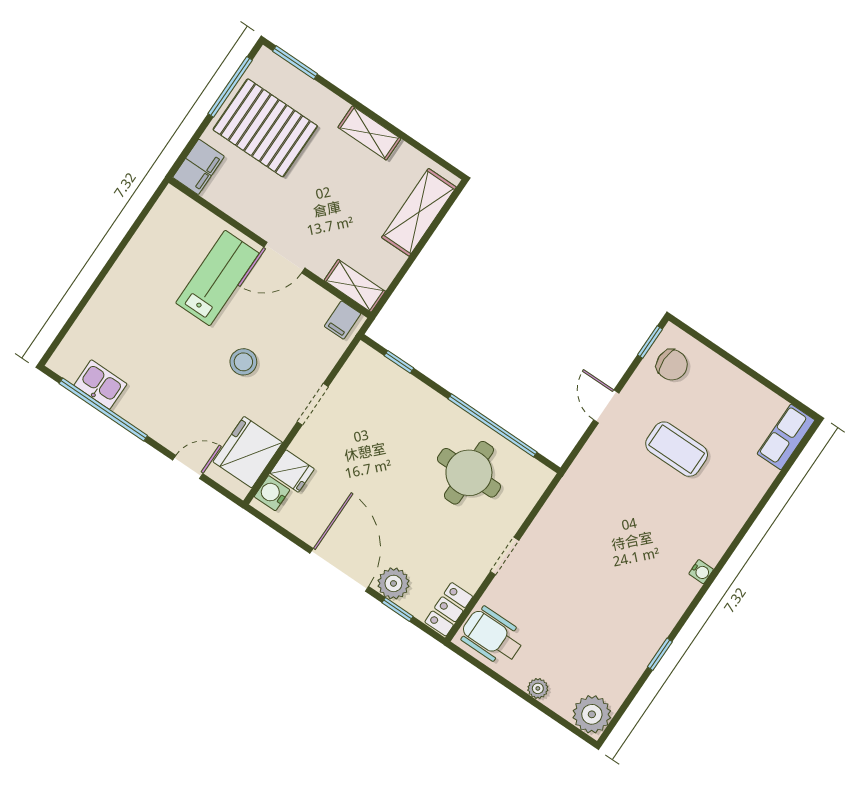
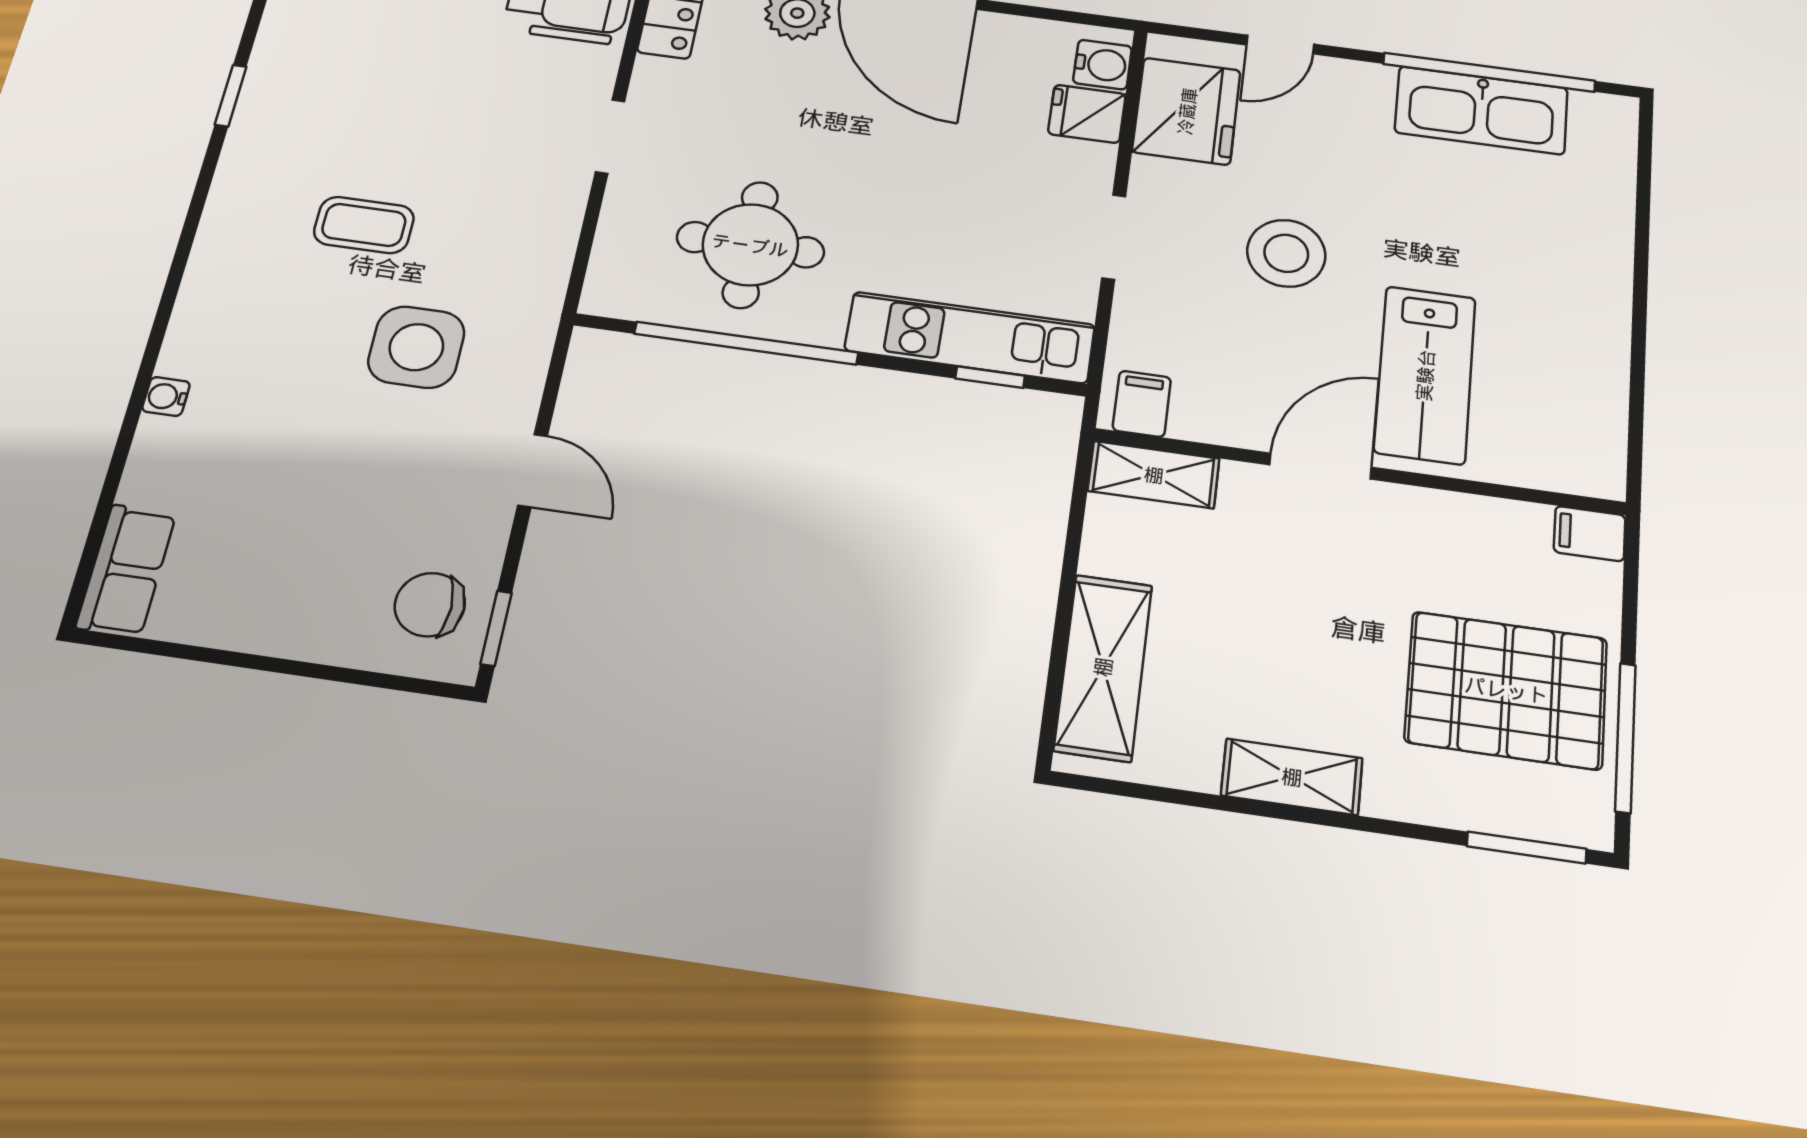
filing cabinet: (199, 167) -> (1590, 534), width x0.50
stool: (243, 362) -> (1286, 253), width x1.38, depth x1.38
kitchen unit: (398, 384) -> (970, 337), added
kitchen sink: (100, 385) -> (1481, 110), width x1.88, depth x1.24
coffee table: (677, 449) -> (364, 225), moved, width x0.73, depth x0.77
side table: (630, 488) -> (416, 347), added
water cooler: (701, 572) -> (166, 397), moved

